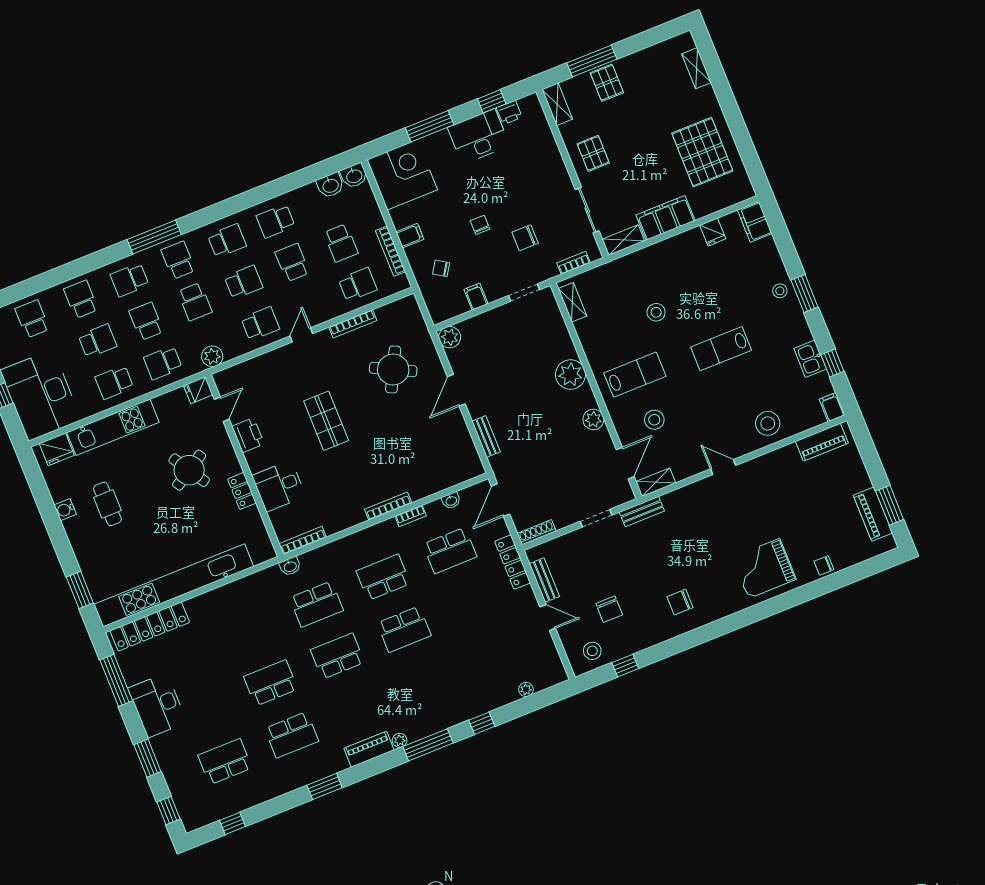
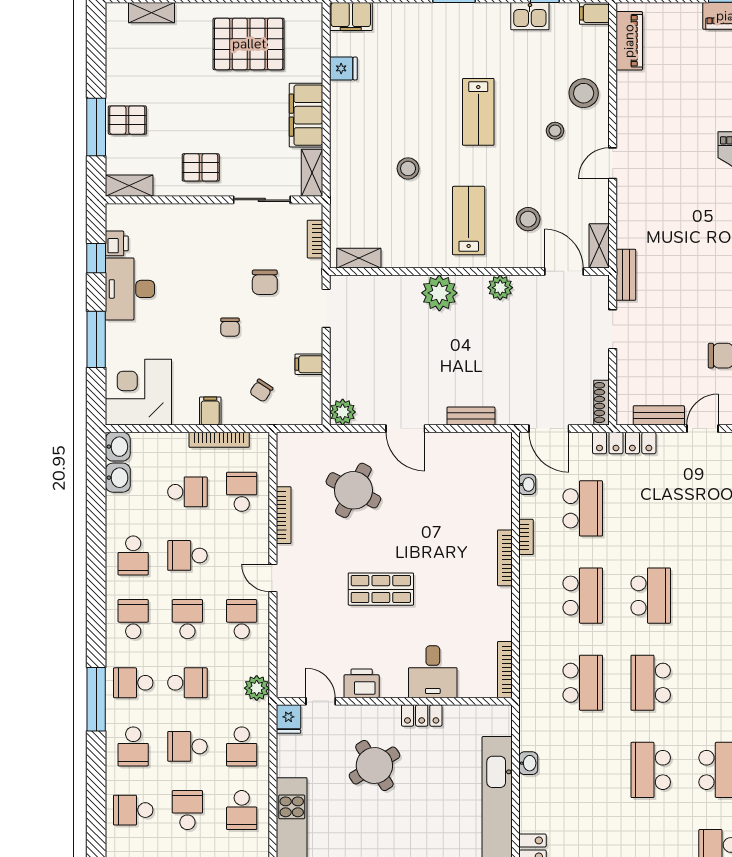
chair: (480, 225) -> (230, 327), turned -90
stool: (780, 291) -> (555, 131), moved
washbasin: (290, 566) -> (528, 763), moved
school desk: (383, 577) -> (583, 596), turned 180

